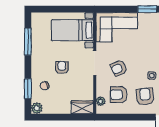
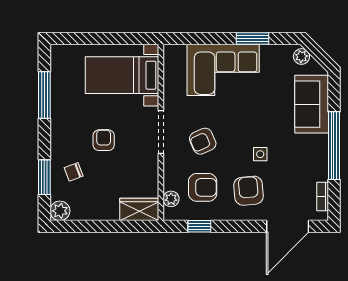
corner sofa: (117, 27) -> (223, 70), moved
armchair: (119, 95) -> (203, 187), turned 180
window: (117, 117) -> (199, 226), added

